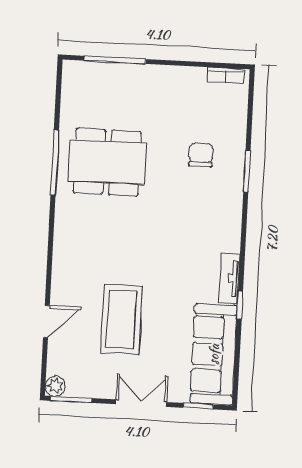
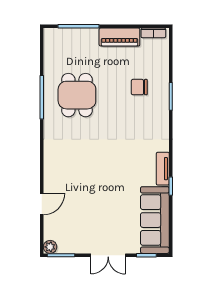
piano: (175, 79) -> (119, 37), added
chair: (201, 155) -> (139, 87), turned -90
dining table: (107, 162) -> (77, 95), width x0.73
coffee table: (121, 319) -> (92, 200), removed
double door: (141, 403) -> (108, 255), swing flipped

